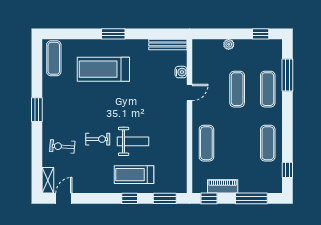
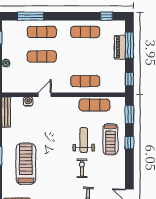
treadmill: (103, 69) -> (26, 164), turned 180
door: (189, 93) -> (45, 95), hinge flipped
exercise mat: (177, 155) -> (94, 105), added
piano: (223, 186) -> (120, 47), moved

